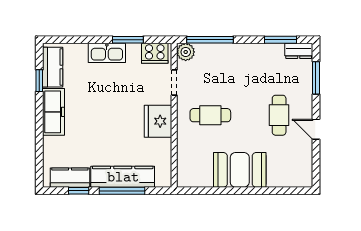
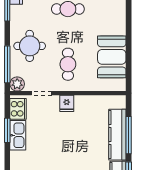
kitchen sink: (107, 53) -> (18, 135), moved
round table: (233, 68) -> (30, 46), added
fridge: (158, 121) -> (67, 103), width x0.53, depth x0.75
booth: (240, 170) -> (112, 57), moved

